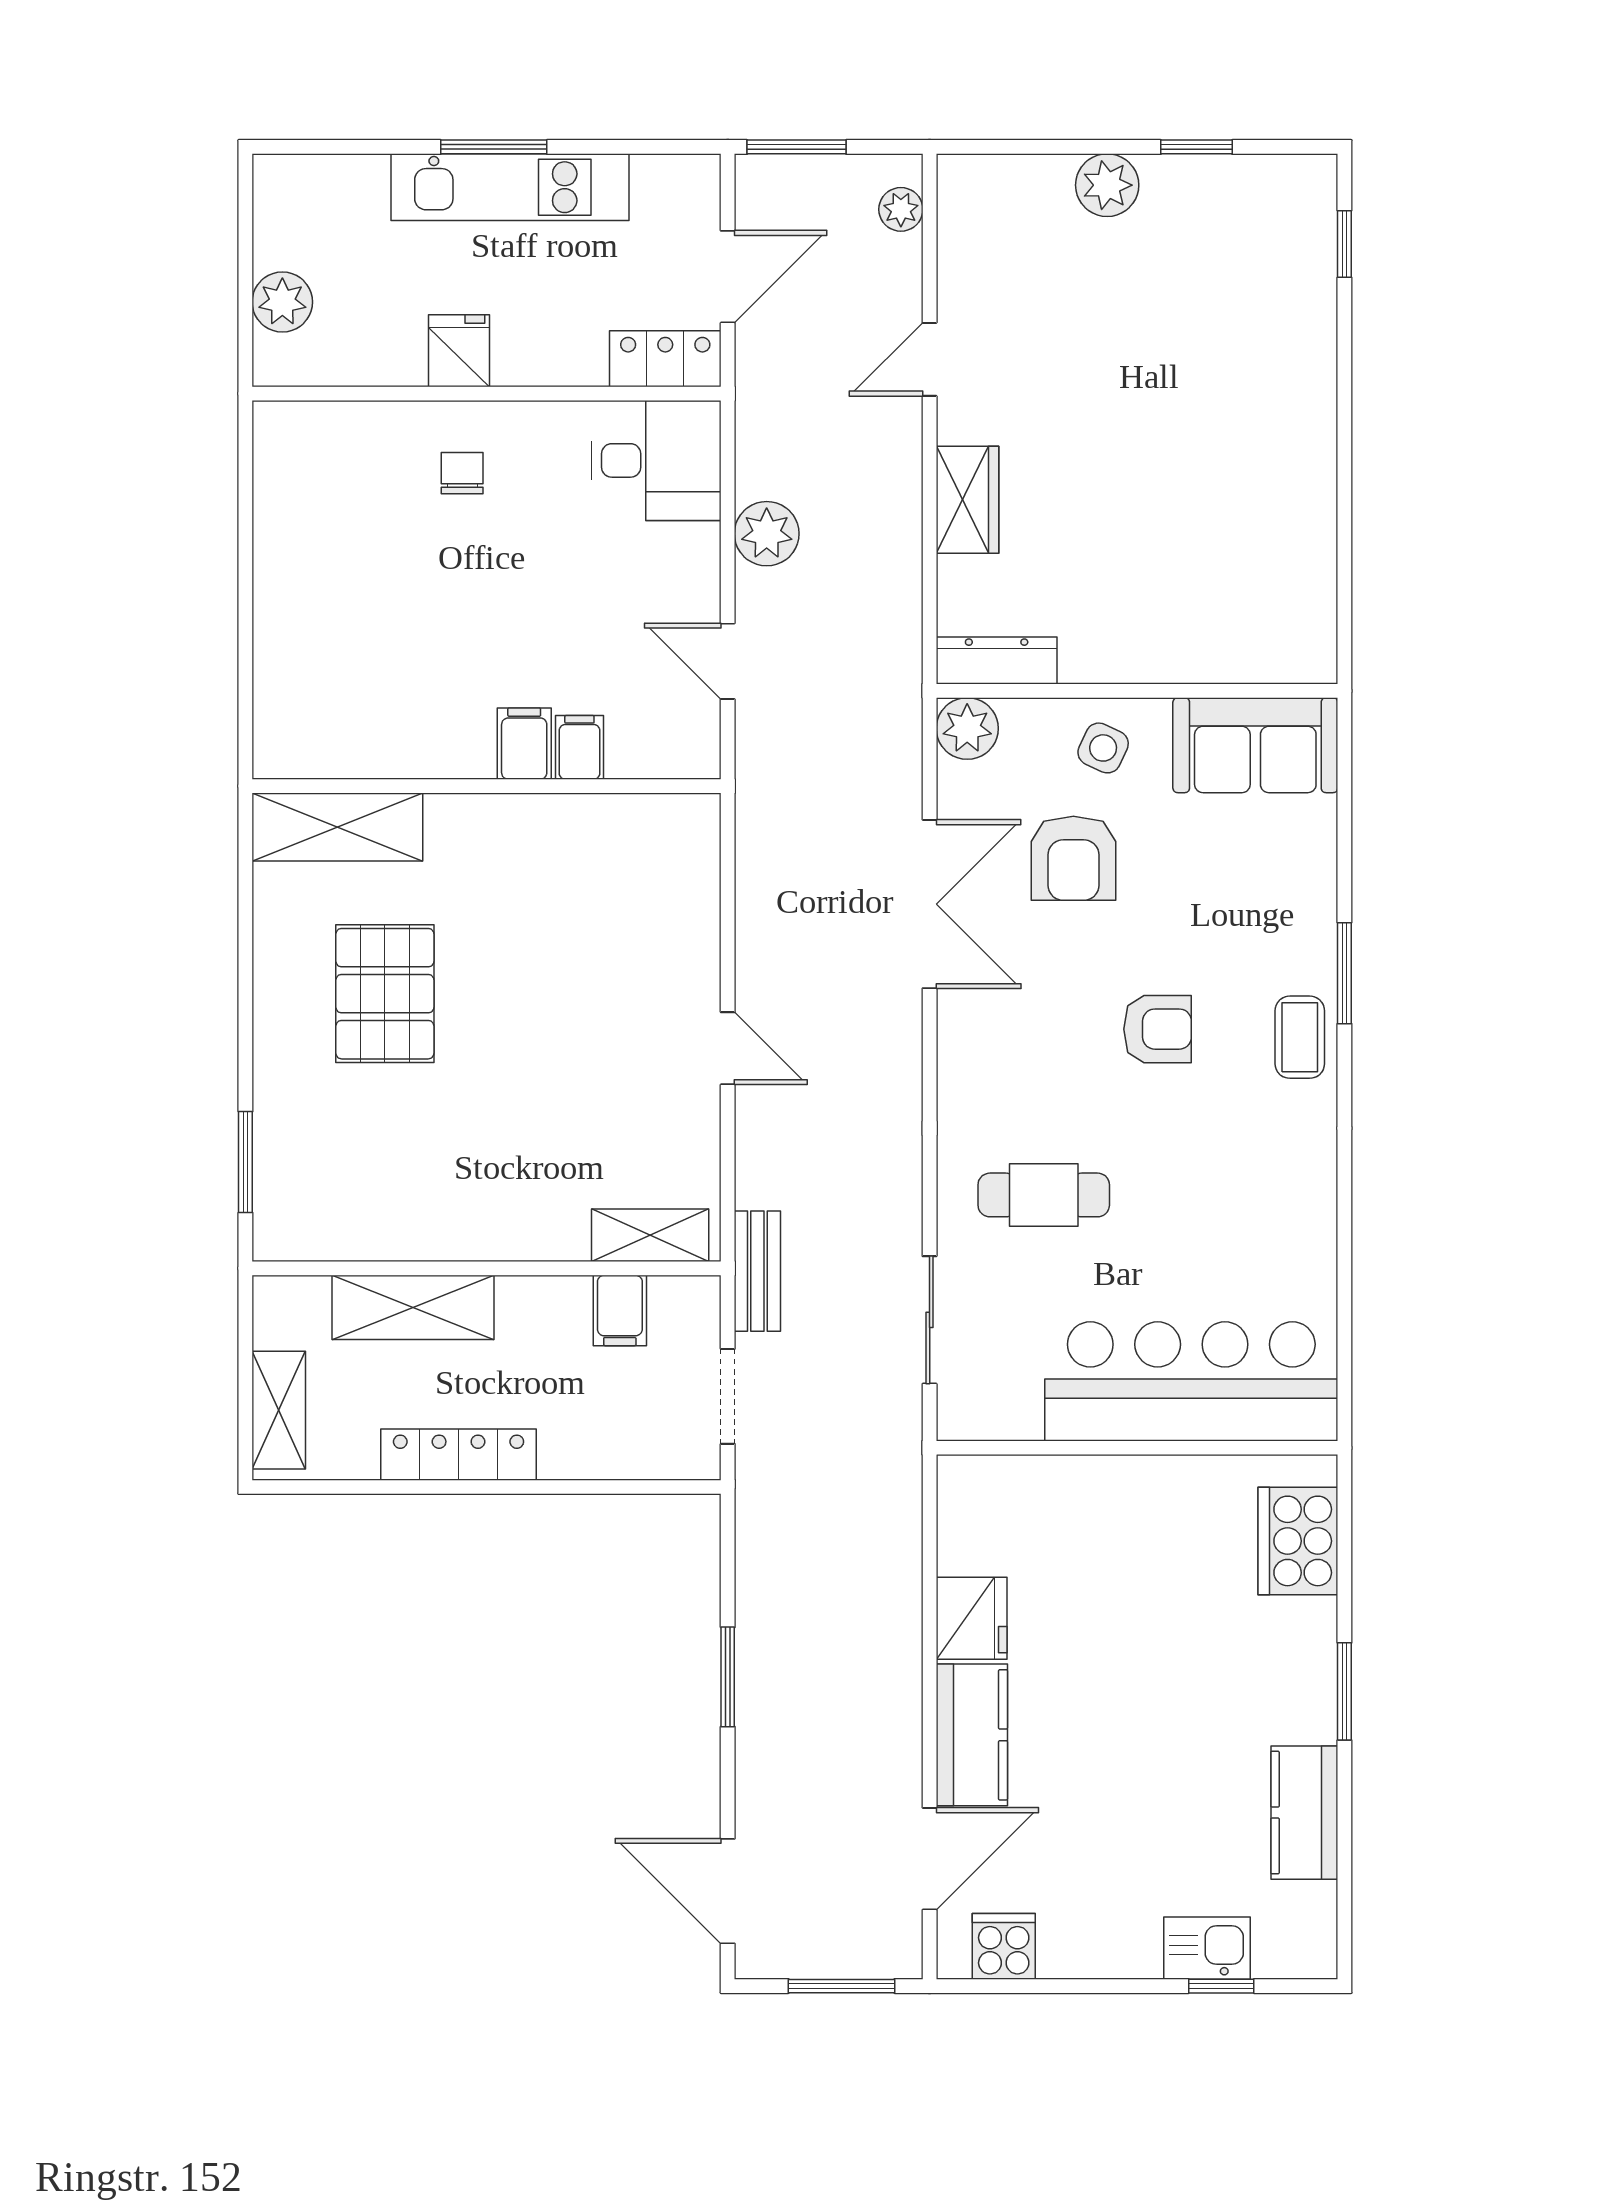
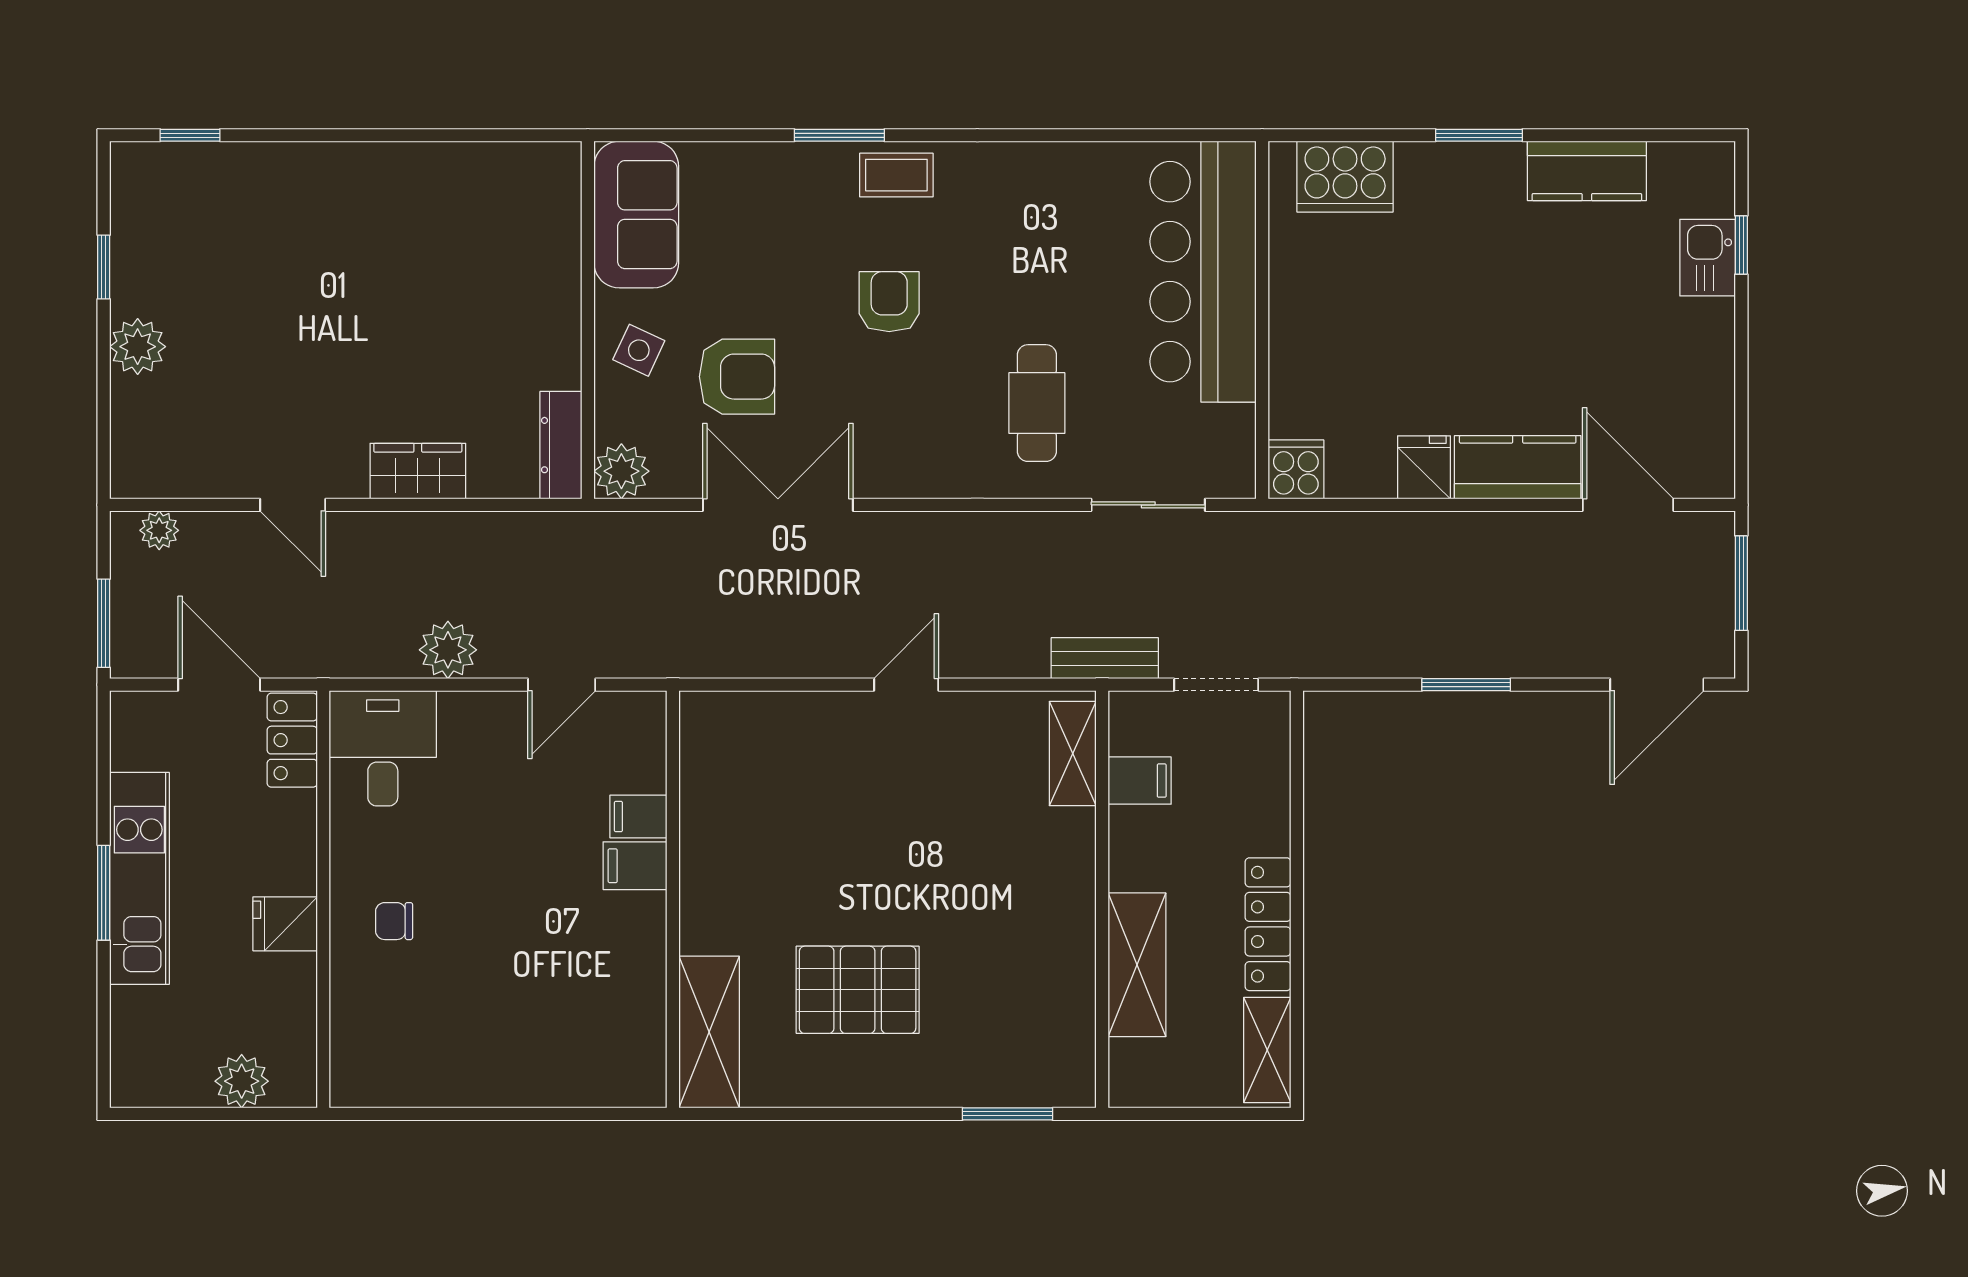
shelving: (279, 1410) -> (1267, 1050), moved, turned 90
fridge: (972, 1618) -> (1424, 467), width x0.72
cooker: (1004, 1946) -> (1296, 469), moved, turned 90

